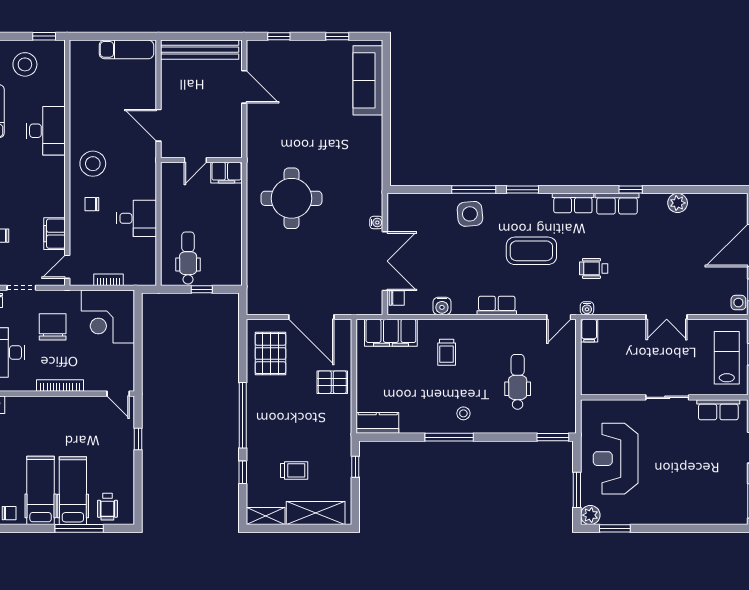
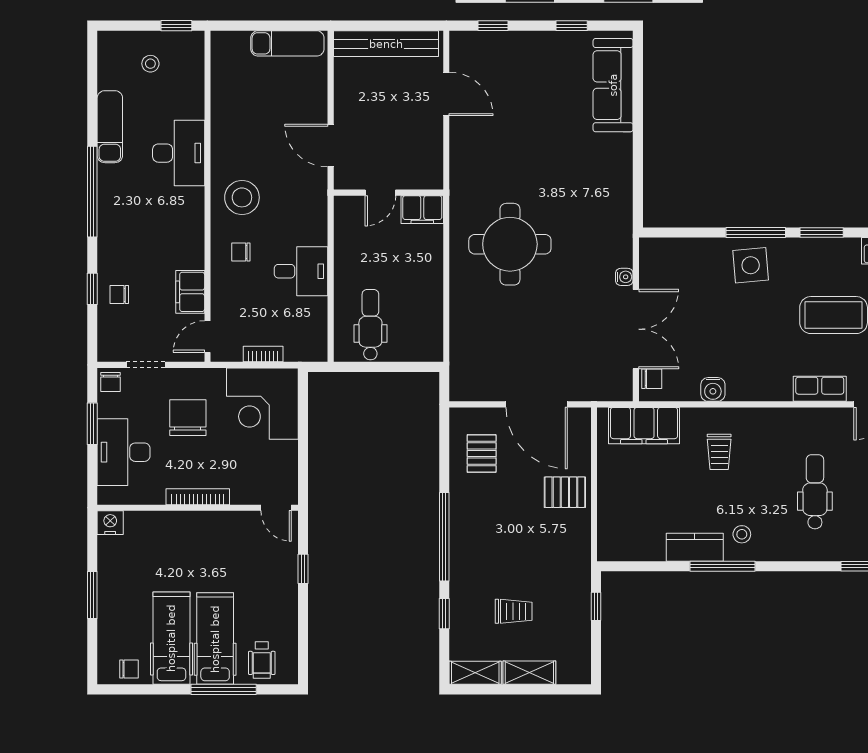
stool: (25, 64) -> (150, 64), width x0.53, depth x0.53
window: (202, 289) -> (389, 367), removed
row of seats: (497, 305) -> (820, 389), moved
pallet: (270, 353) -> (482, 454), width x0.67, depth x0.71
kitchen counter: (378, 423) -> (695, 547), moved
shelving: (316, 513) -> (529, 673), width x0.67, depth x0.75

